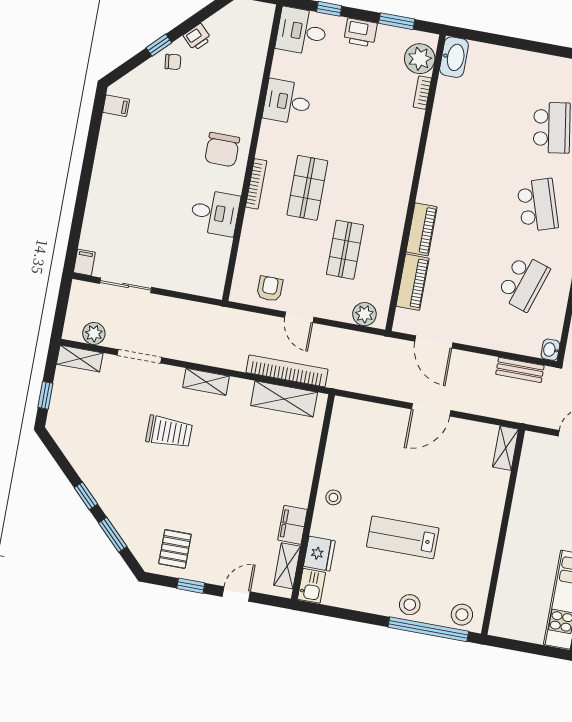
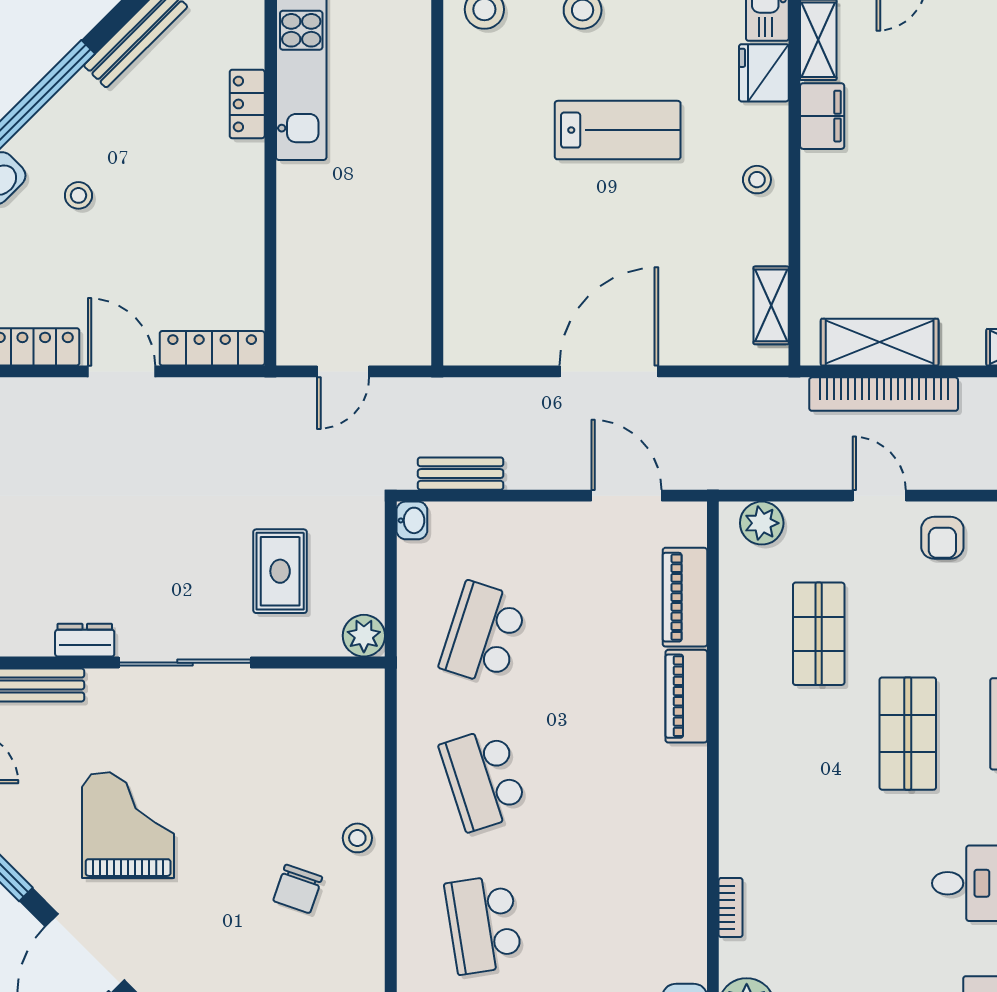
bookcase: (422, 93) -> (731, 908), moved
door: (431, 410) -> (609, 371), width x1.36
shelving: (506, 448) -> (771, 305), moved

